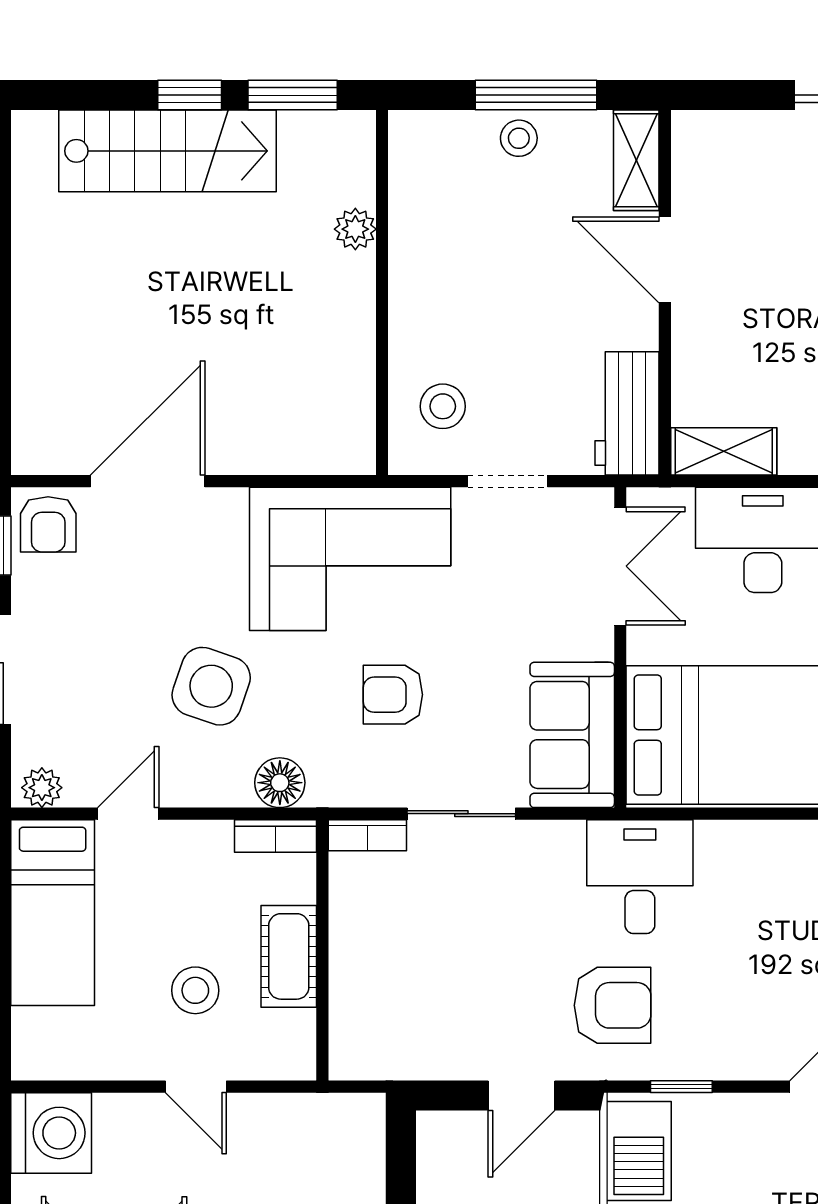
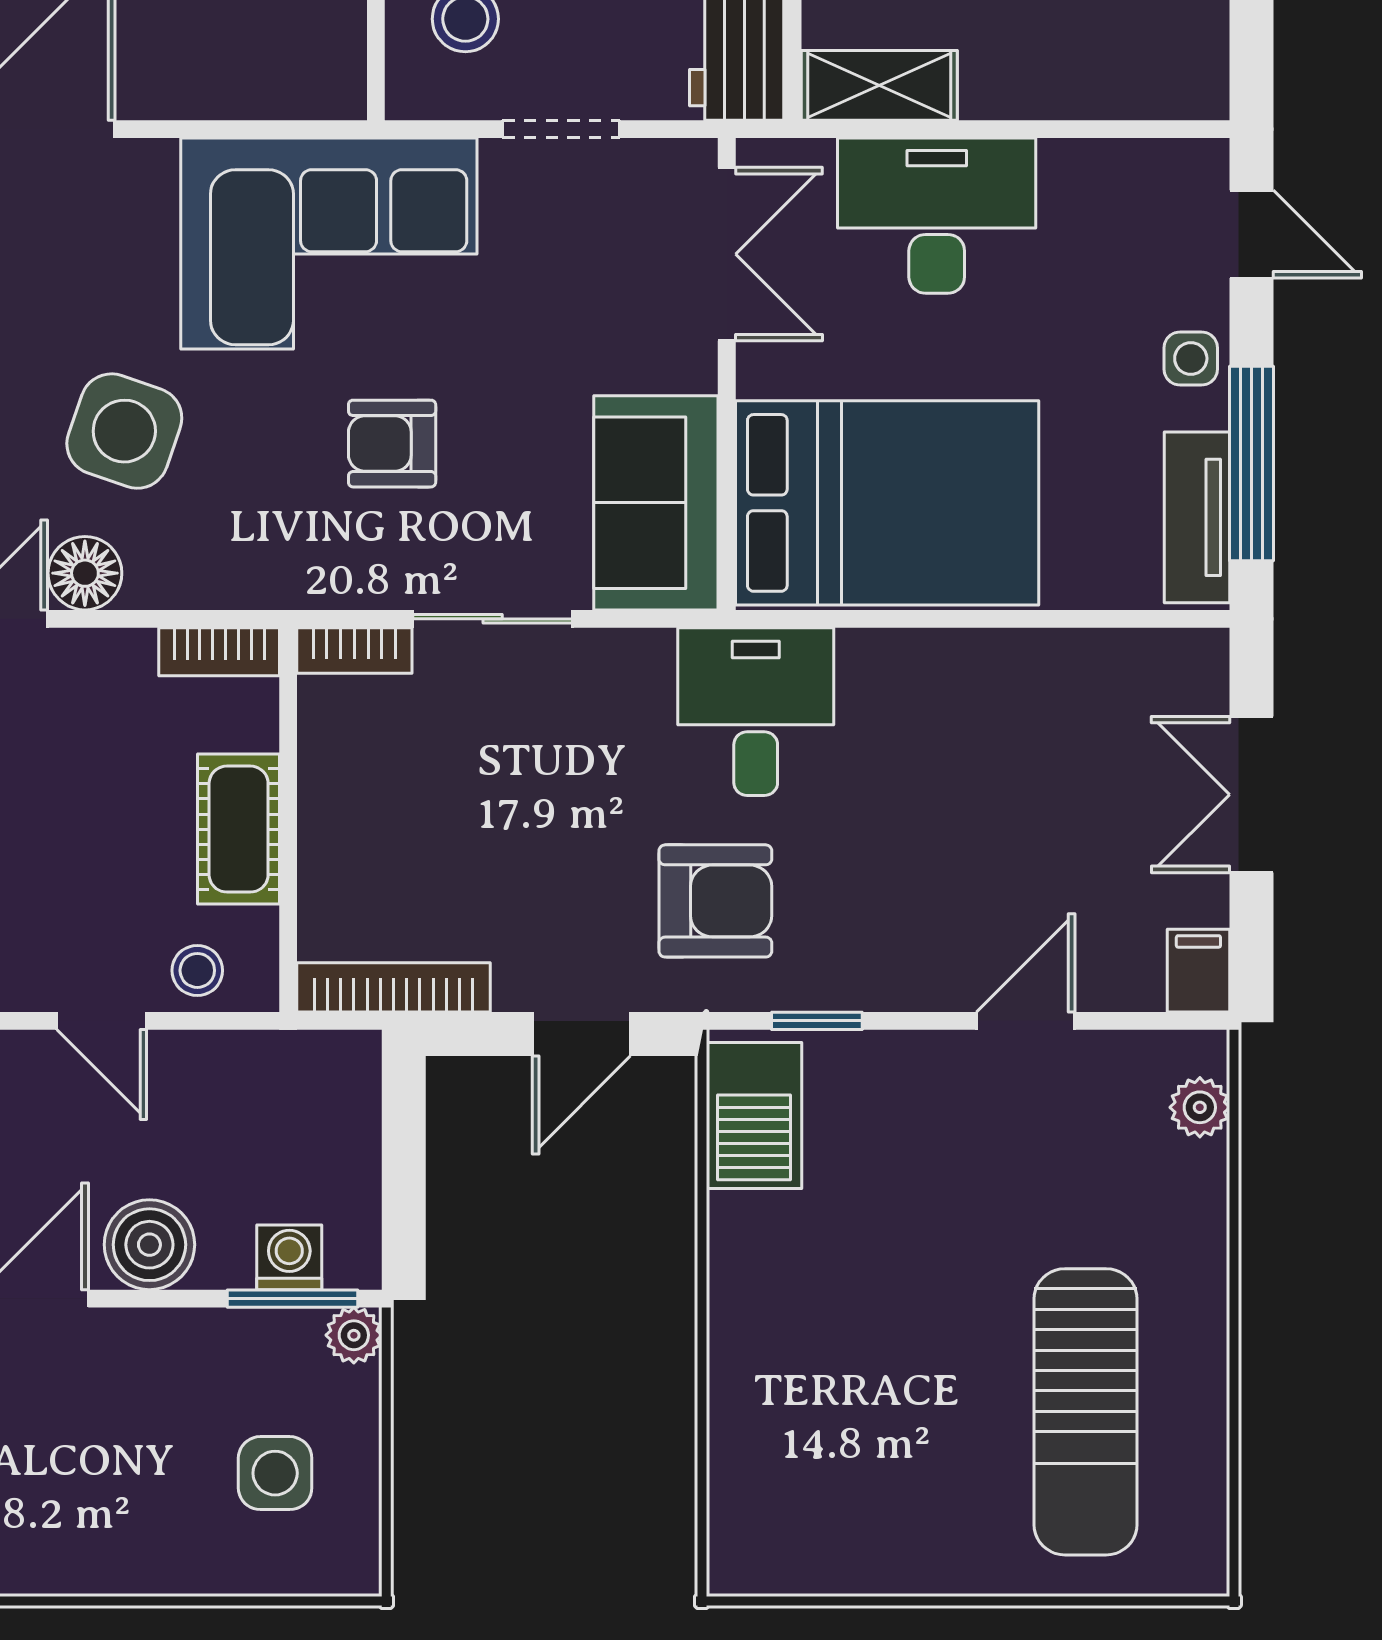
floor lamp: (280, 783) -> (85, 573), moved
stool: (195, 990) -> (197, 970), moved, width x0.73, depth x0.73
bookcase: (394, 1064) -> (394, 987), added

